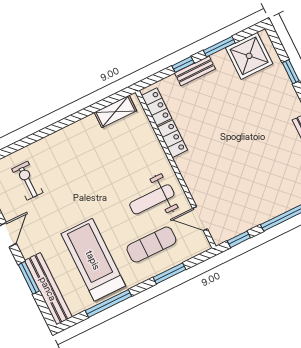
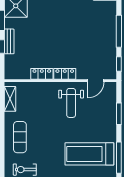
locker: (157, 107) -> (65, 74), moved
exercise mat: (151, 244) -> (20, 137), moved

